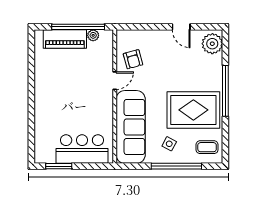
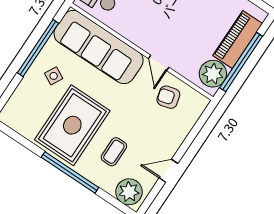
plant: (93, 35) -> (213, 74), width x1.87, depth x1.87
coffee table: (207, 147) -> (114, 152), moved
window: (176, 166) -> (38, 48), moved

